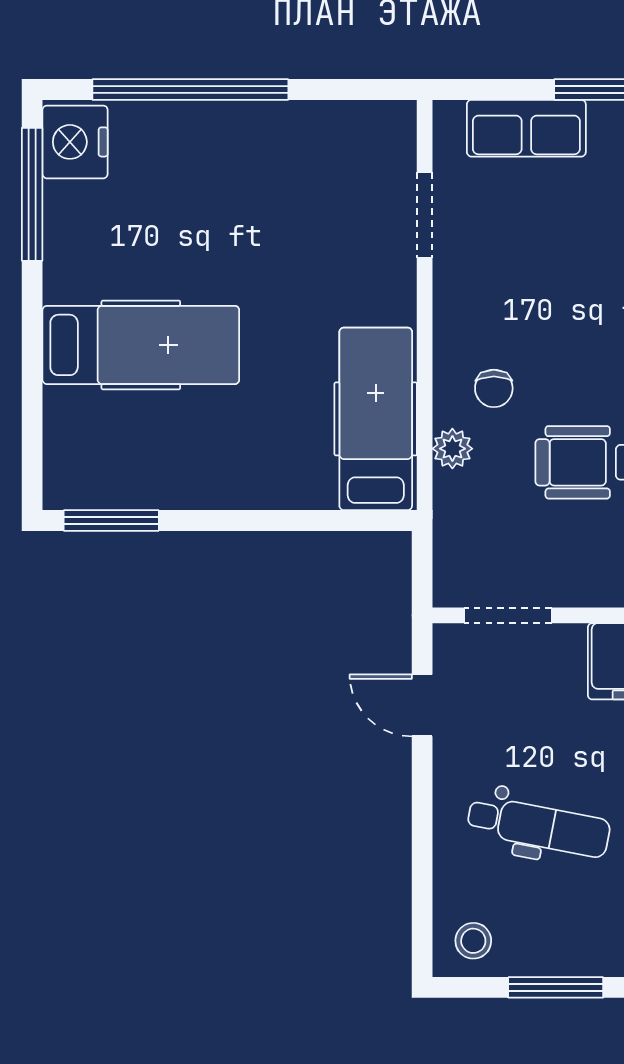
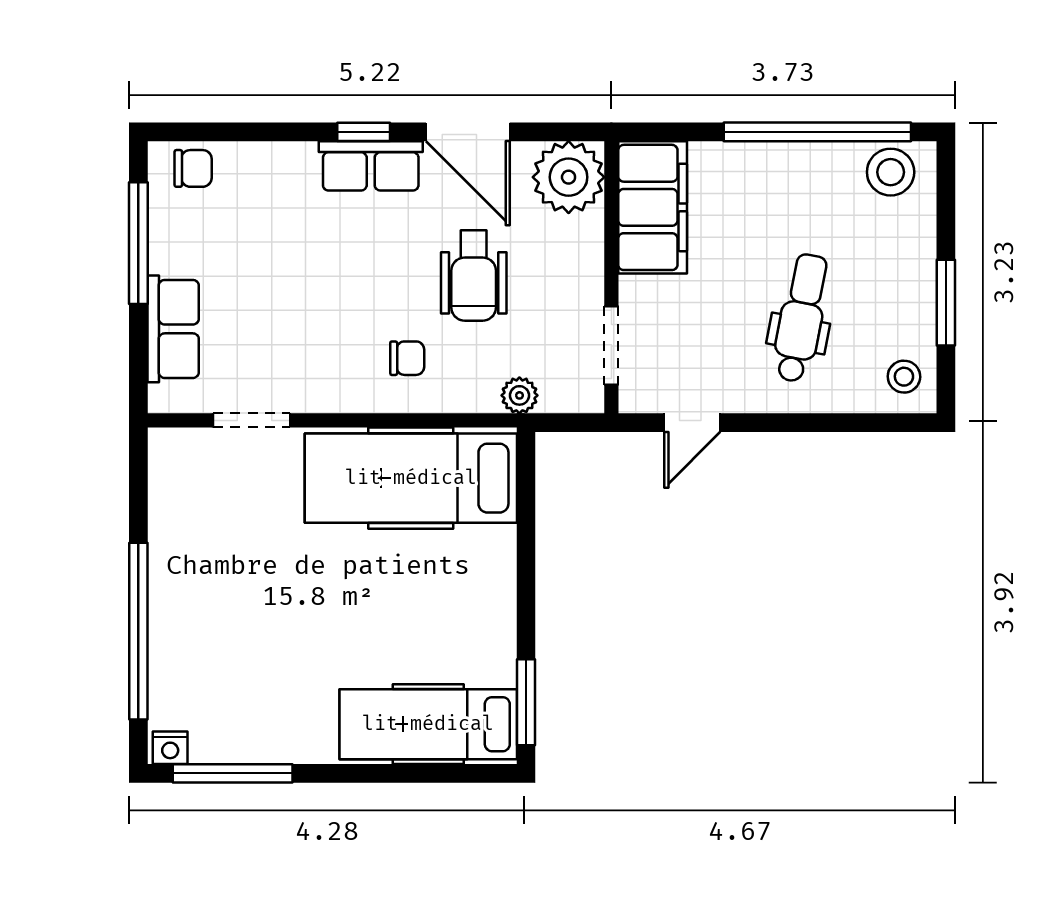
nightstand: (75, 142) -> (170, 748), width x0.53, depth x0.56
hospital bed: (141, 345) -> (428, 724), moved, turned -90
hospital bed: (376, 419) -> (411, 478), width x1.37, depth x1.29
plant: (452, 449) -> (519, 395), moved

